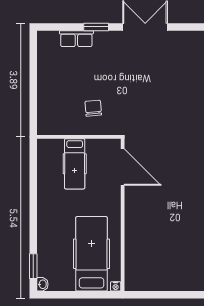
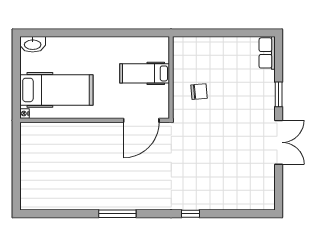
row of seats: (76, 39) -> (267, 53), moved
window: (33, 266) -> (44, 33), removed
washbasin: (42, 284) -> (33, 44), width x1.91, depth x1.45

